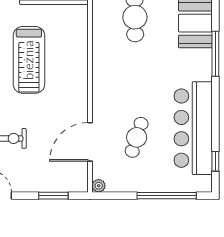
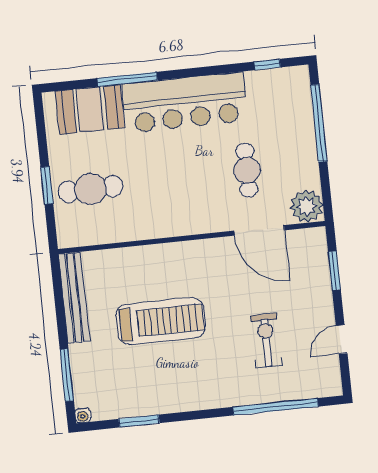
bar counter: (193, 128) -> (185, 102), moved
cafe table: (137, 137) -> (247, 170), turned 72
plant: (99, 186) -> (307, 206), width x1.87, depth x1.87

